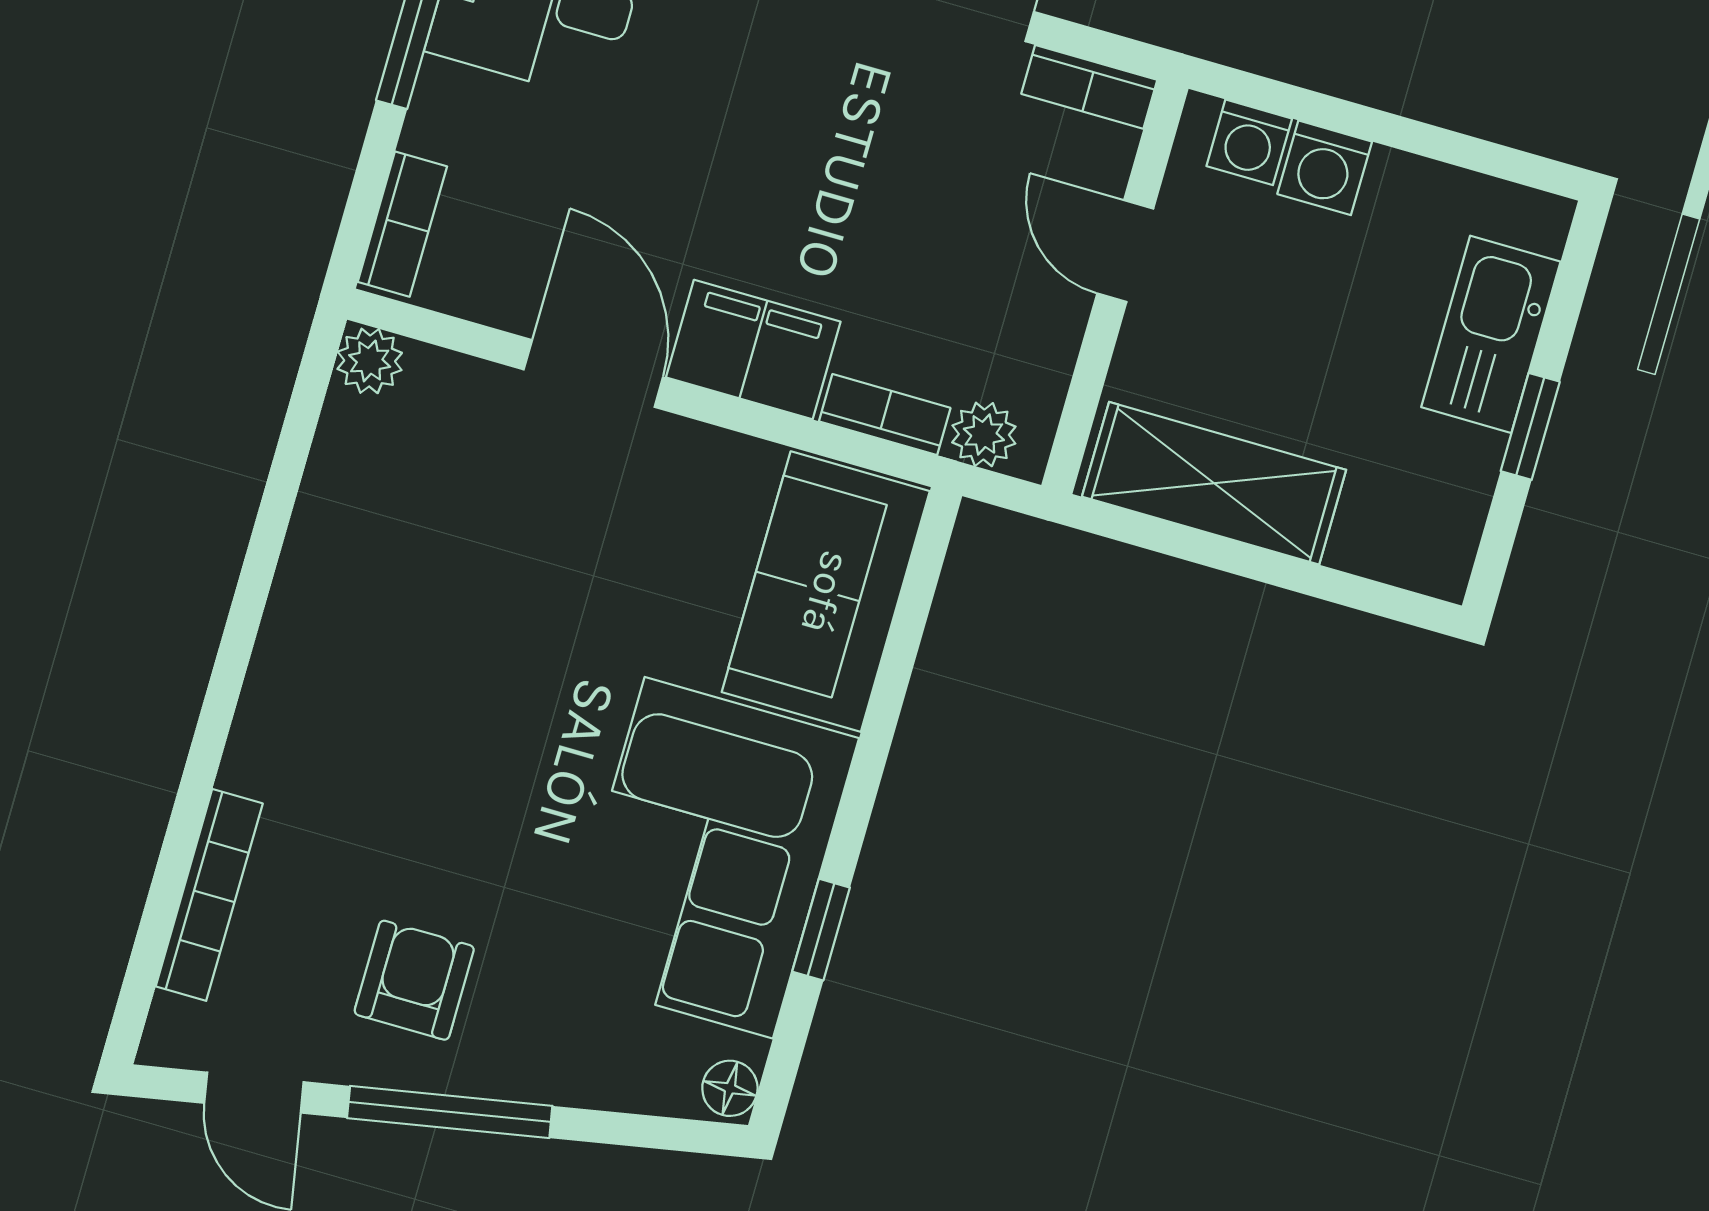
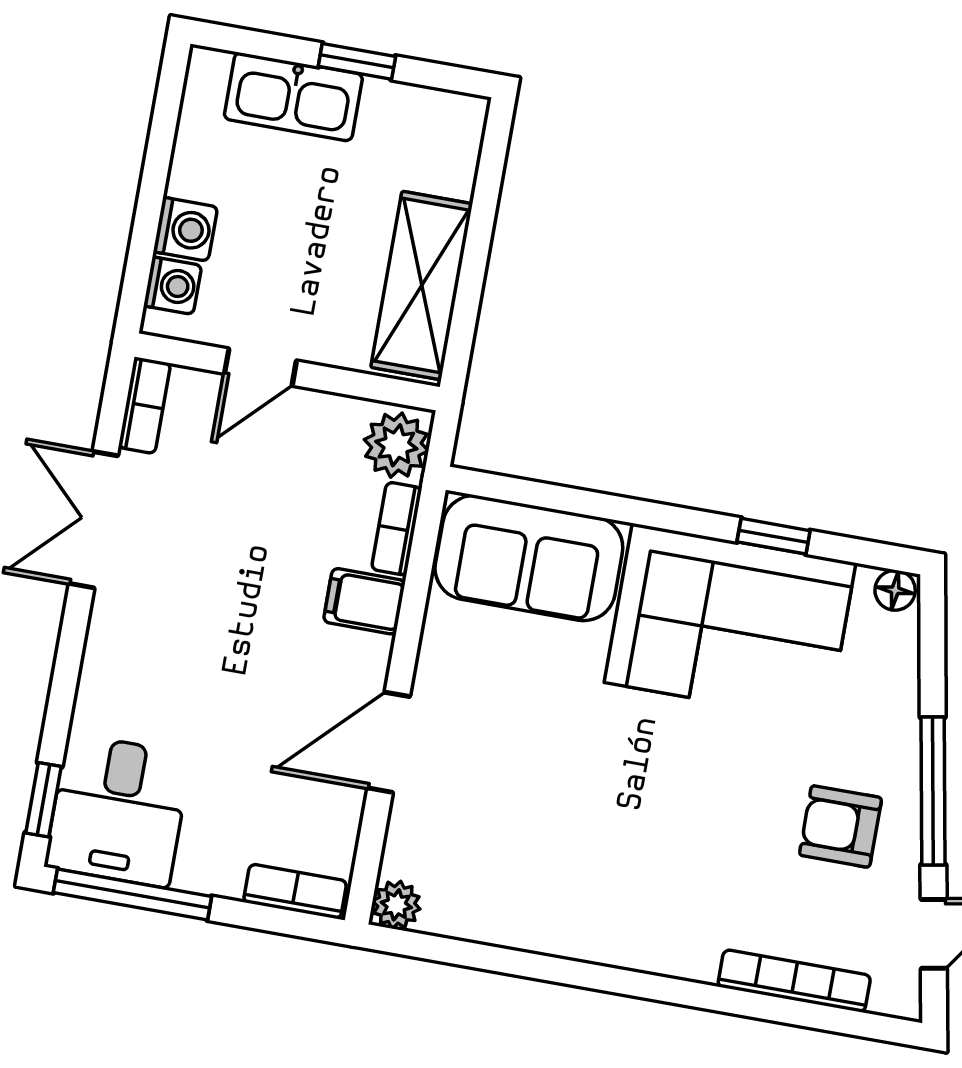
filing cabinet: (753, 350) -> (364, 601), width x0.50
plant: (984, 434) -> (396, 445), width x1.38, depth x1.38

